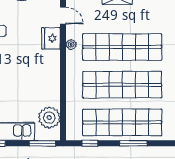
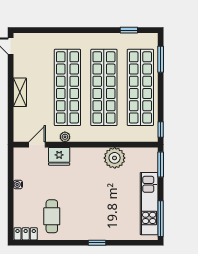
plant: (49, 118) -> (115, 158), moved
window: (90, 143) -> (161, 130), moved
window: (133, 143) -> (161, 59), moved

